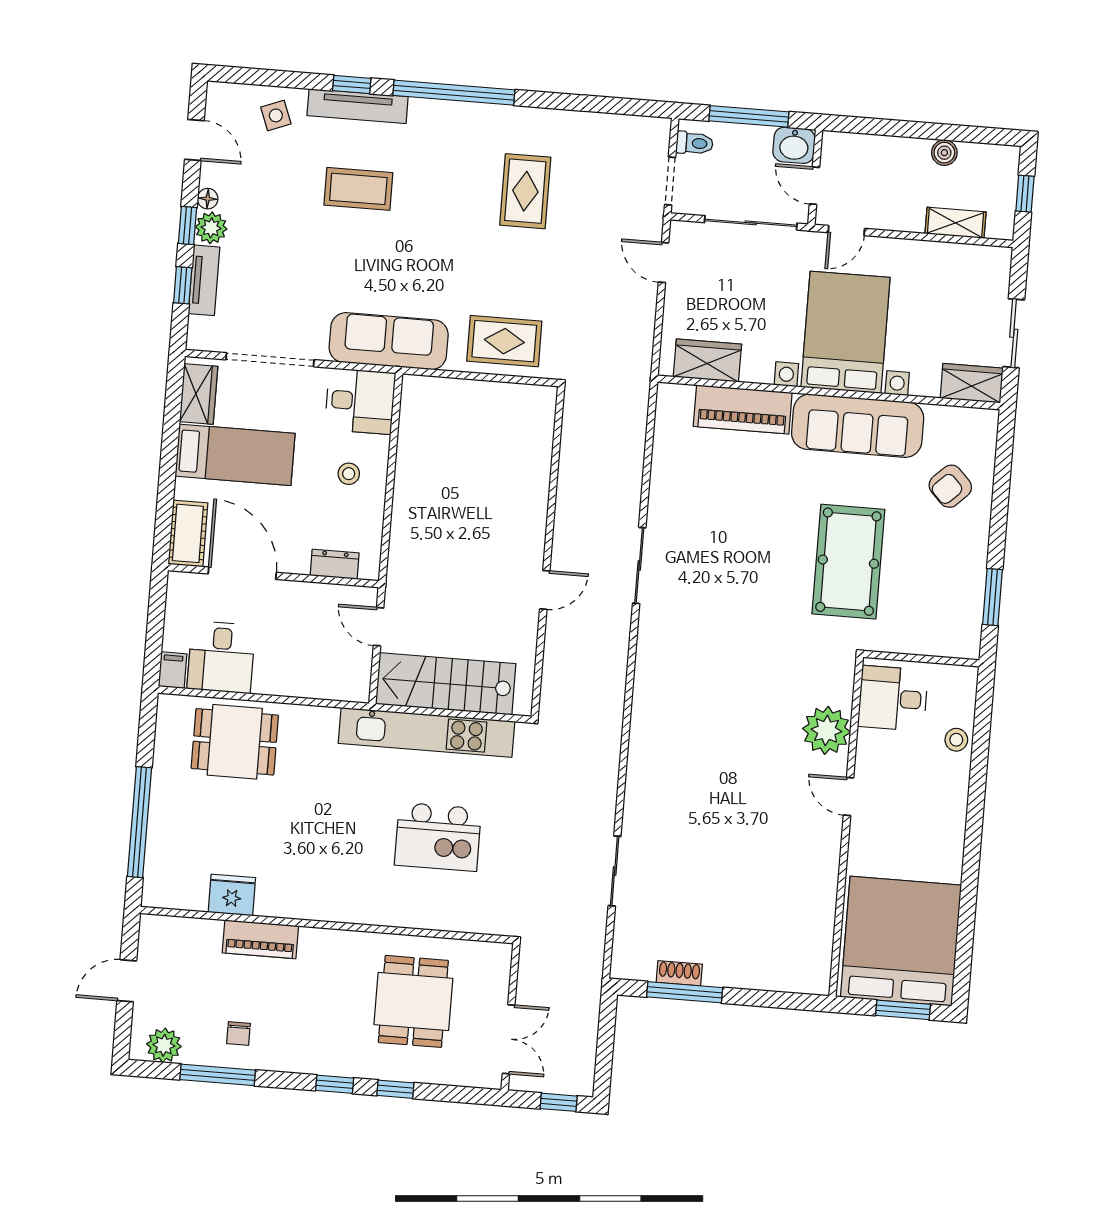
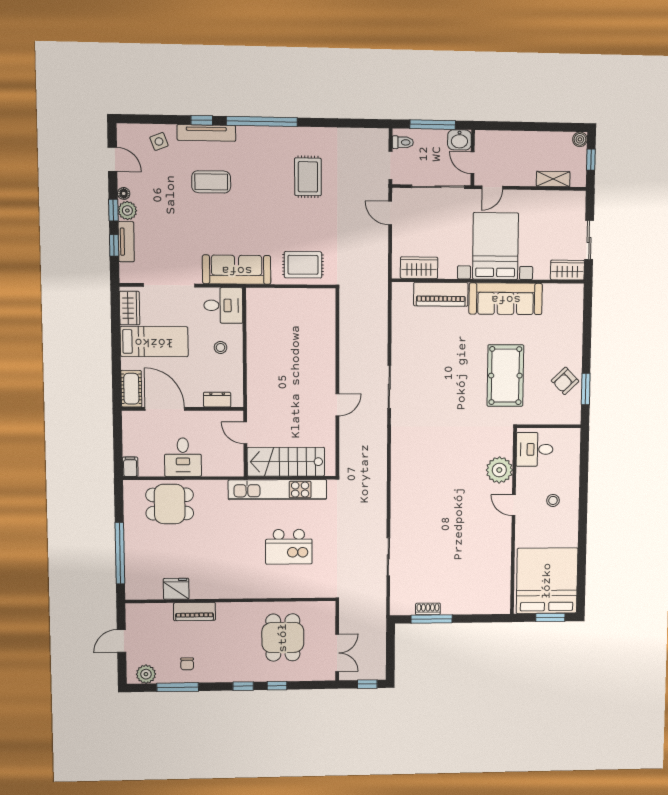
boiler: (944, 153) -> (580, 139), moved
armchair: (950, 486) -> (565, 381), moved
desk: (221, 657) -> (183, 457), moved
stool: (956, 740) -> (553, 500), moved

